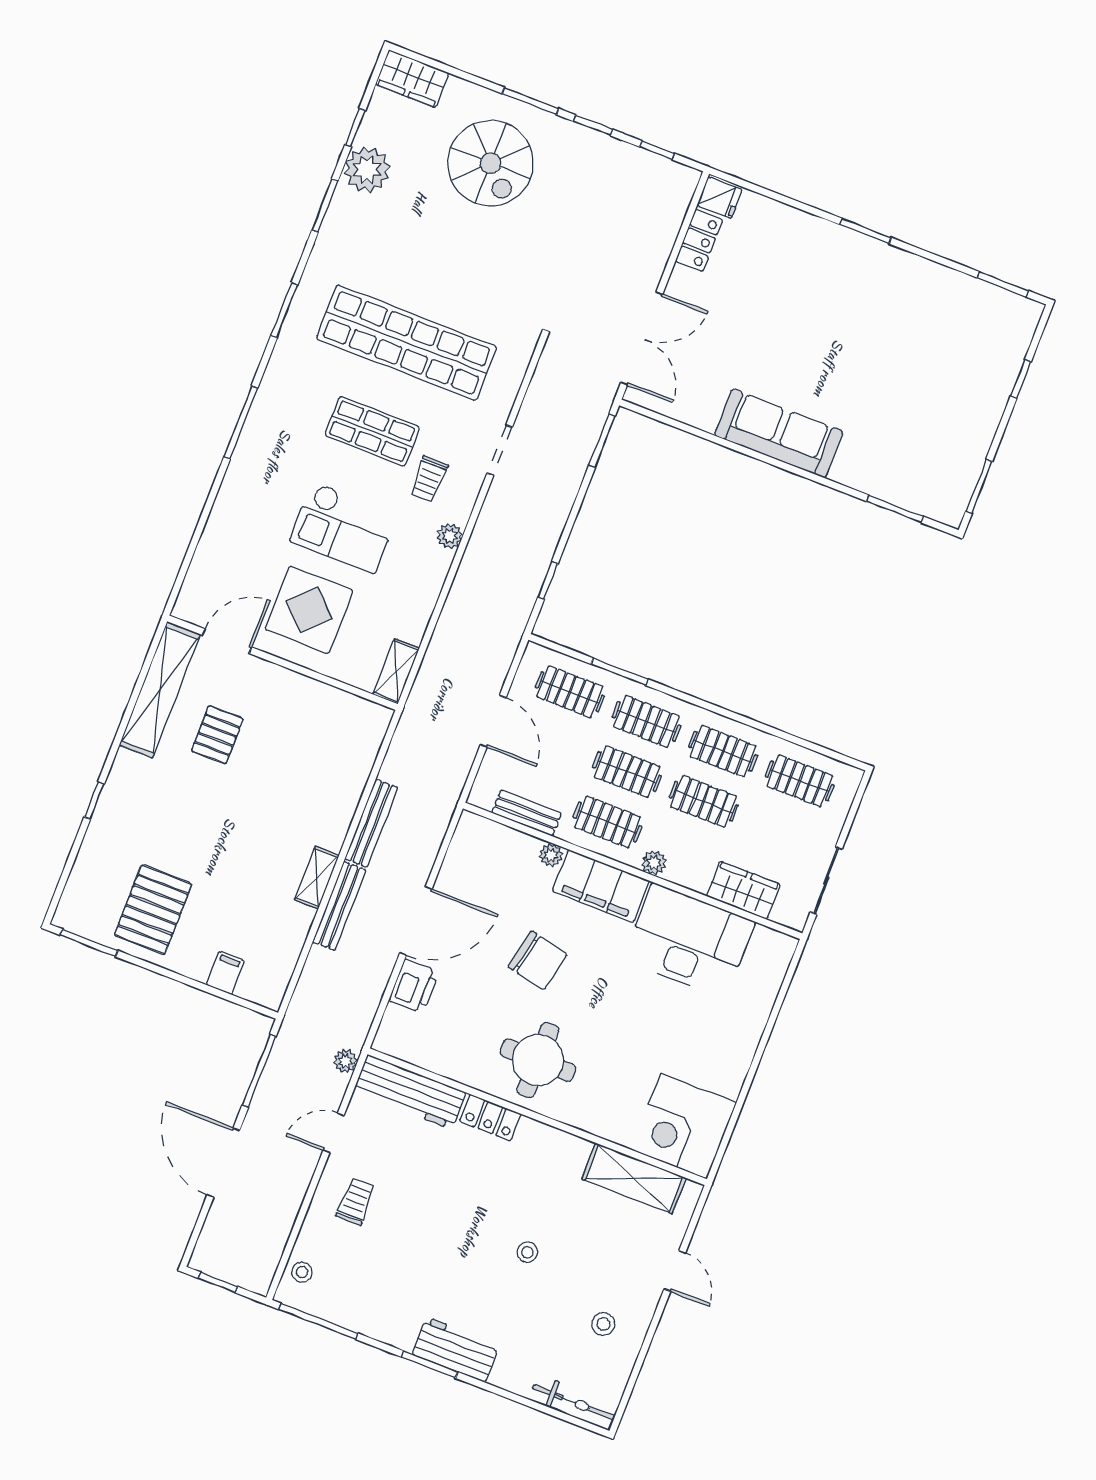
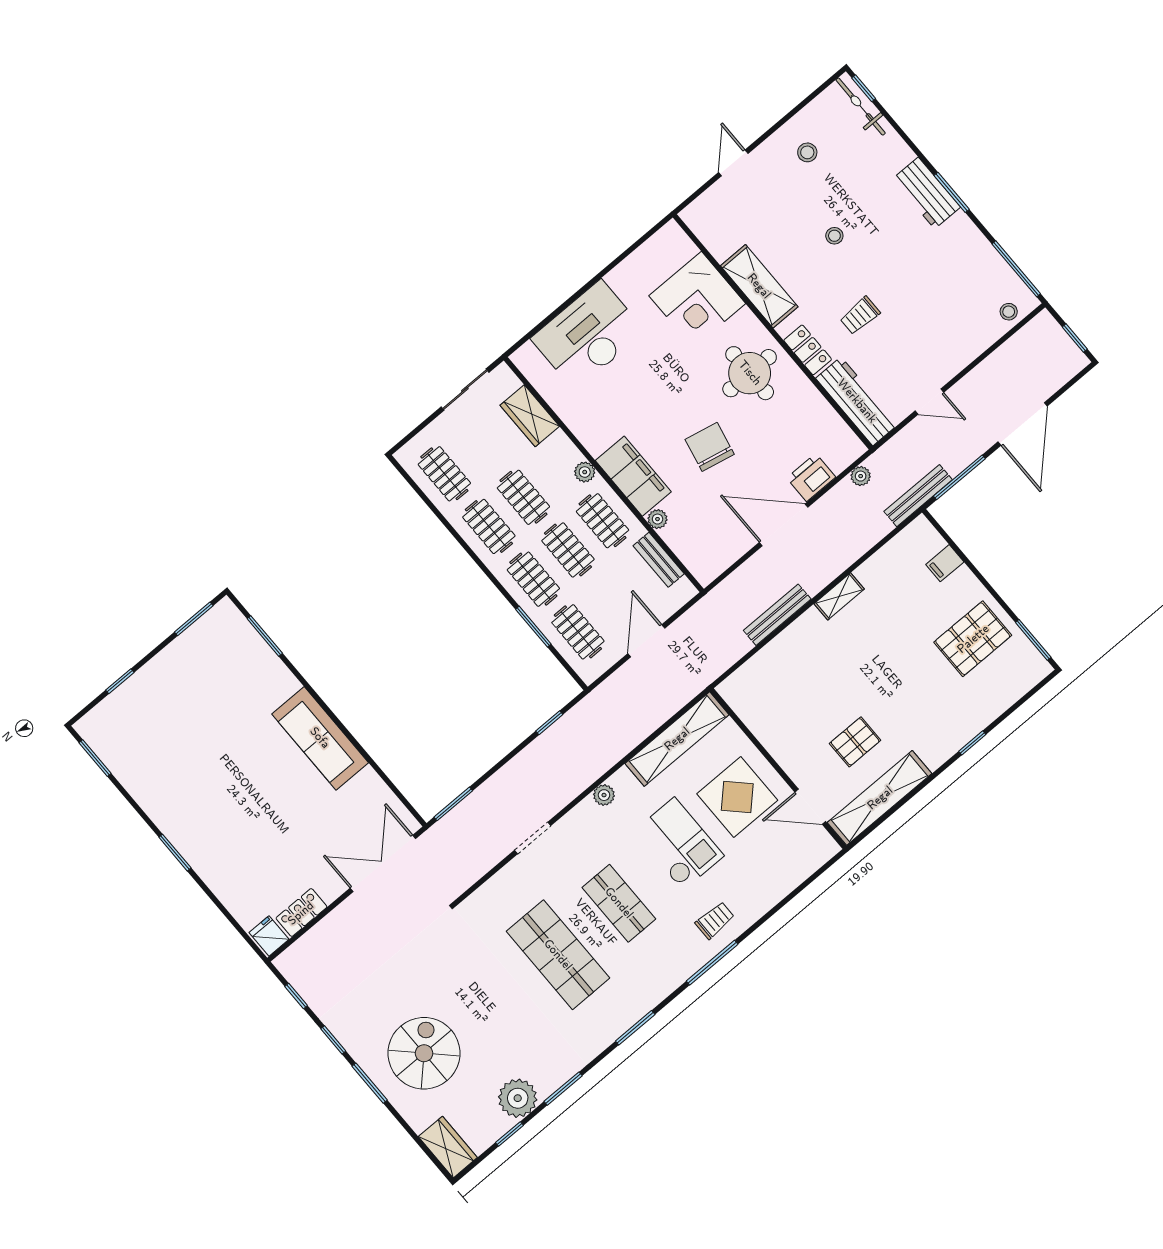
shop shelf: (407, 343) -> (558, 955), width x0.71
trolley: (429, 479) -> (715, 920), moved
shelving: (396, 671) -> (677, 739), width x2.20, depth x1.33
bench: (339, 906) -> (918, 496), moved
desk: (689, 941) -> (588, 335), moved, turned 90
plant: (345, 1061) -> (861, 476), moved
corner desk: (684, 1126) -> (697, 300), moved, turned 90
shelving: (634, 1178) -> (759, 286), moved
trolley: (356, 1201) -> (860, 316), moved
window: (581, 1423) -> (864, 88), added

